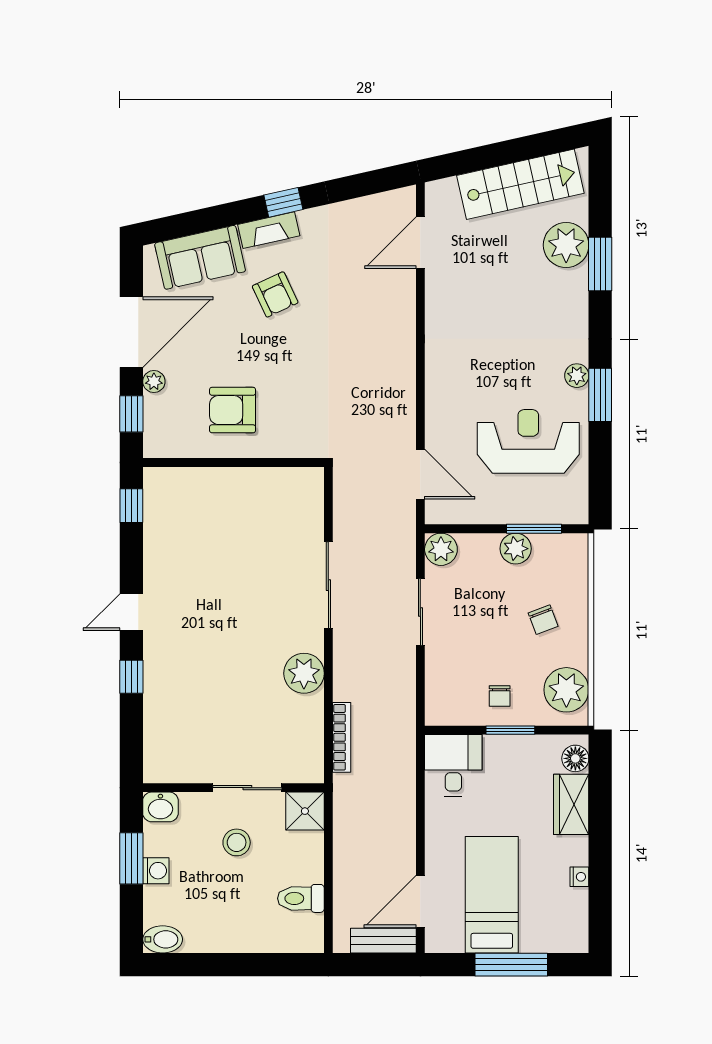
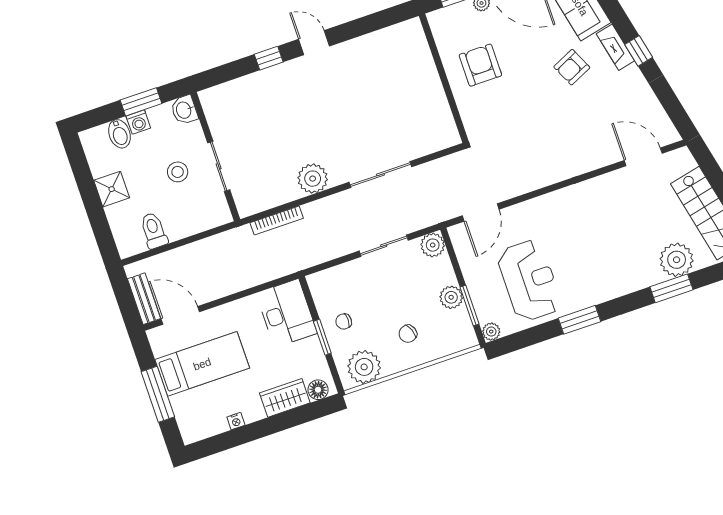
plant: (577, 376) -> (491, 332), moved
window: (131, 506) -> (389, 17), removed
desk: (453, 765) -> (286, 313), width x1.37
shower: (305, 811) -> (112, 189), moved
bidet: (163, 939) -> (119, 134), moved

